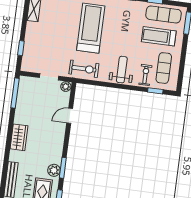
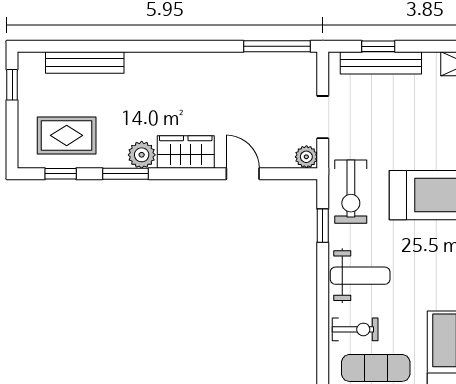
bench: (28, 48) -> (381, 63), added
window: (155, 91) -> (323, 226), moved
wardrobe: (19, 137) -> (186, 152), moved, turned 180
plant: (54, 170) -> (142, 155), moved

